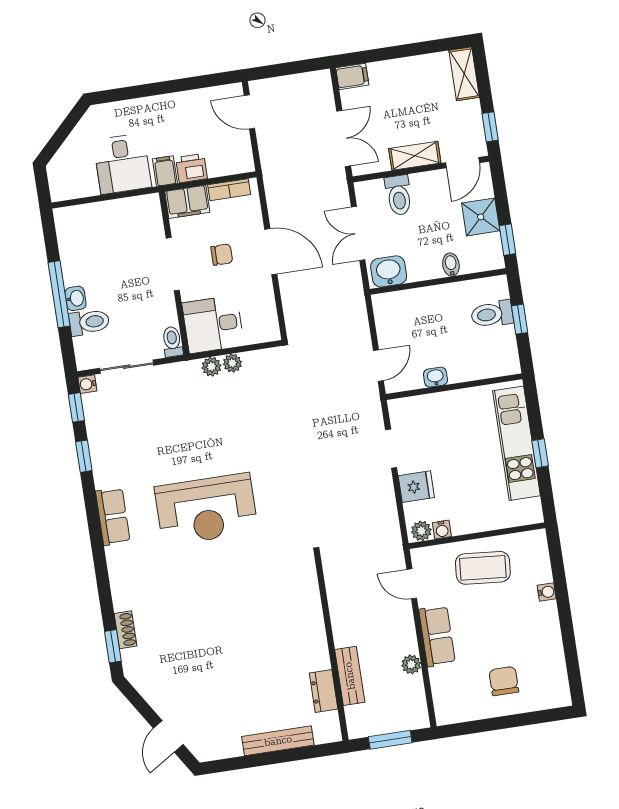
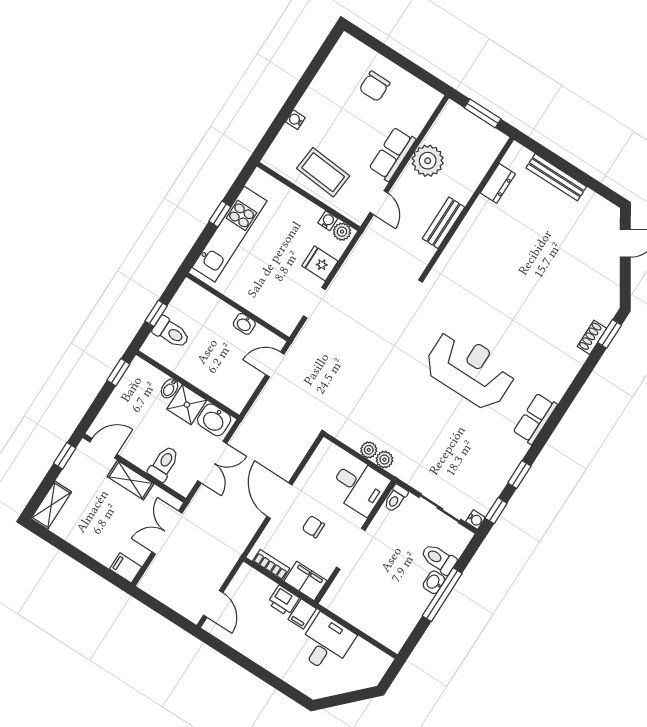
shower: (481, 217) -> (187, 405), moved
plant: (411, 664) -> (428, 161), width x1.88, depth x1.88
bench: (350, 676) -> (443, 223), moved

